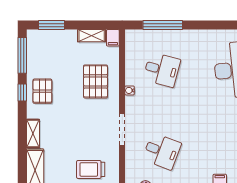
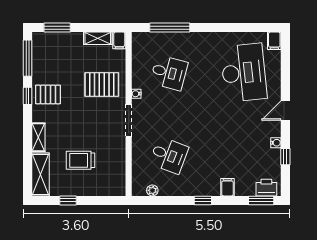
pallet: (96, 81) -> (102, 85), turned 90
pallet: (42, 91) -> (48, 94), turned 90
doorway: (122, 129) -> (129, 121), moved
trolley: (91, 169) -> (81, 160), moved

